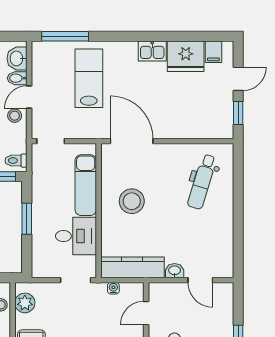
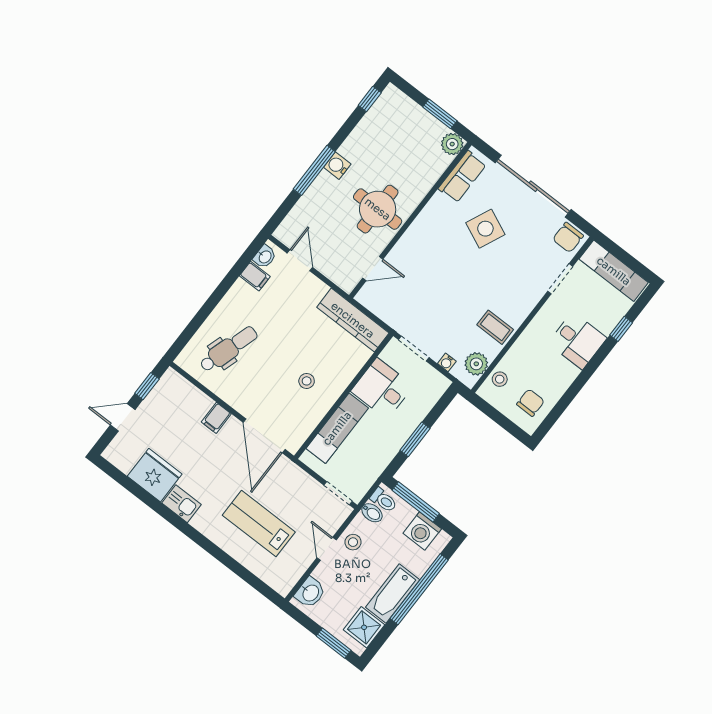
window: (65, 36) -> (251, 579), removed
filing cabinet: (213, 52) -> (216, 418), moved, turned 180
bidet: (17, 78) -> (372, 513), moved
lab bench: (89, 78) -> (259, 524), turned 90
door: (29, 97) -> (327, 549), swing flipped
stool: (132, 201) -> (307, 381), width x0.53, depth x0.53
filing cabinet: (223, 245) -> (255, 276), added
washbasin: (175, 271) -> (265, 257), moved, turned -90
water cooler: (113, 288) -> (447, 362), moved

